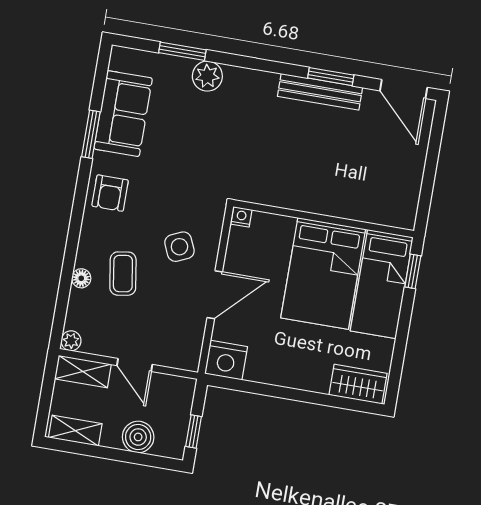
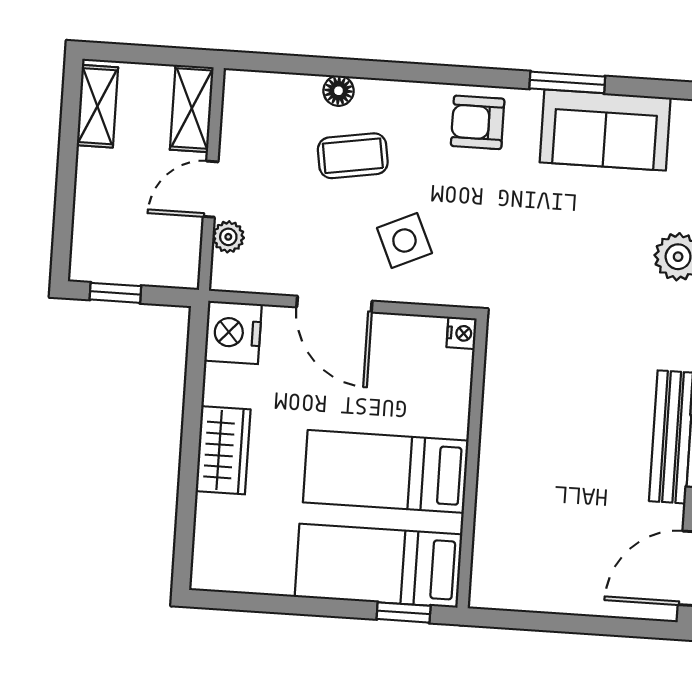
bed: (323, 273) -> (386, 471), width x0.67
plant: (71, 341) -> (228, 237), moved
wardrobe: (358, 384) -> (223, 450), moved
boiler: (138, 437) -> (98, 206), removed

